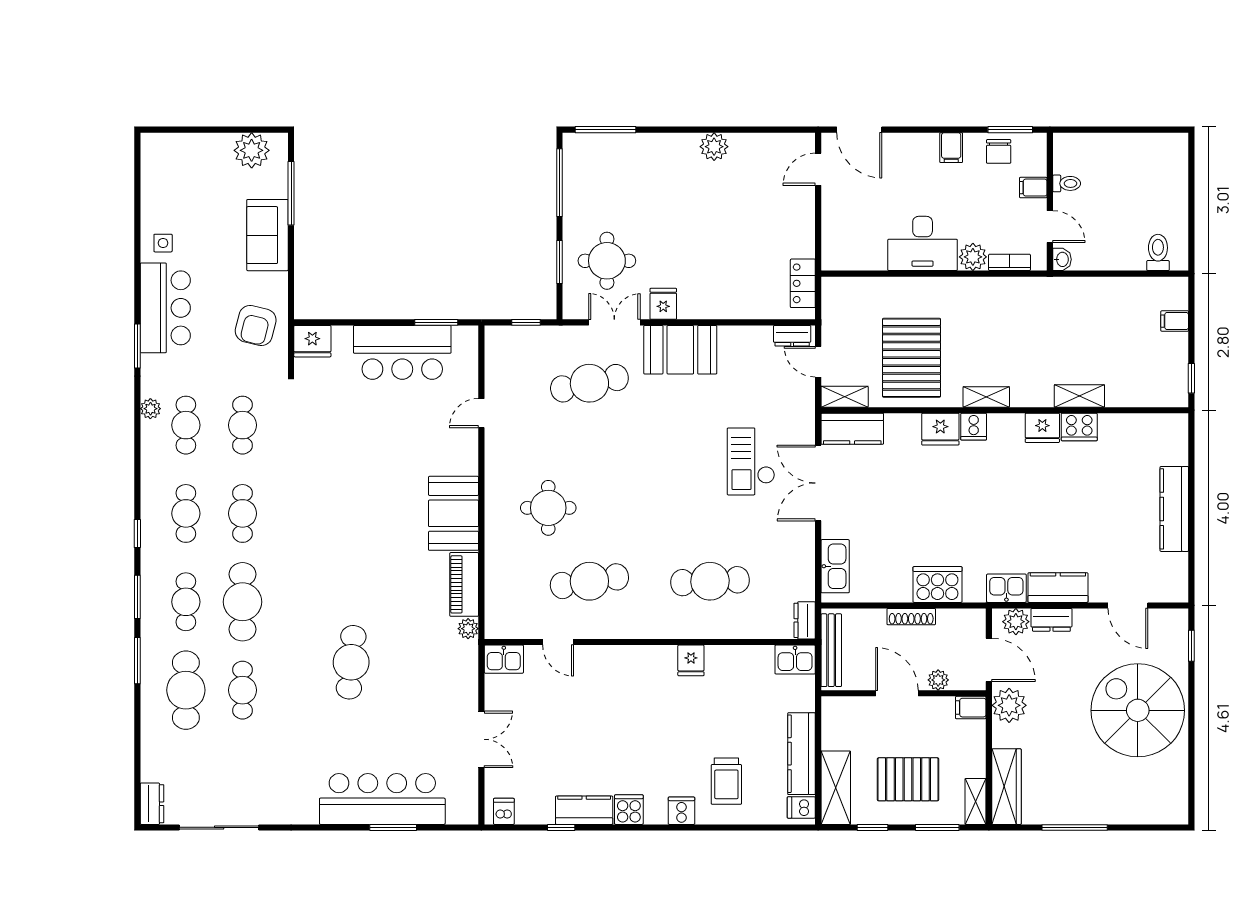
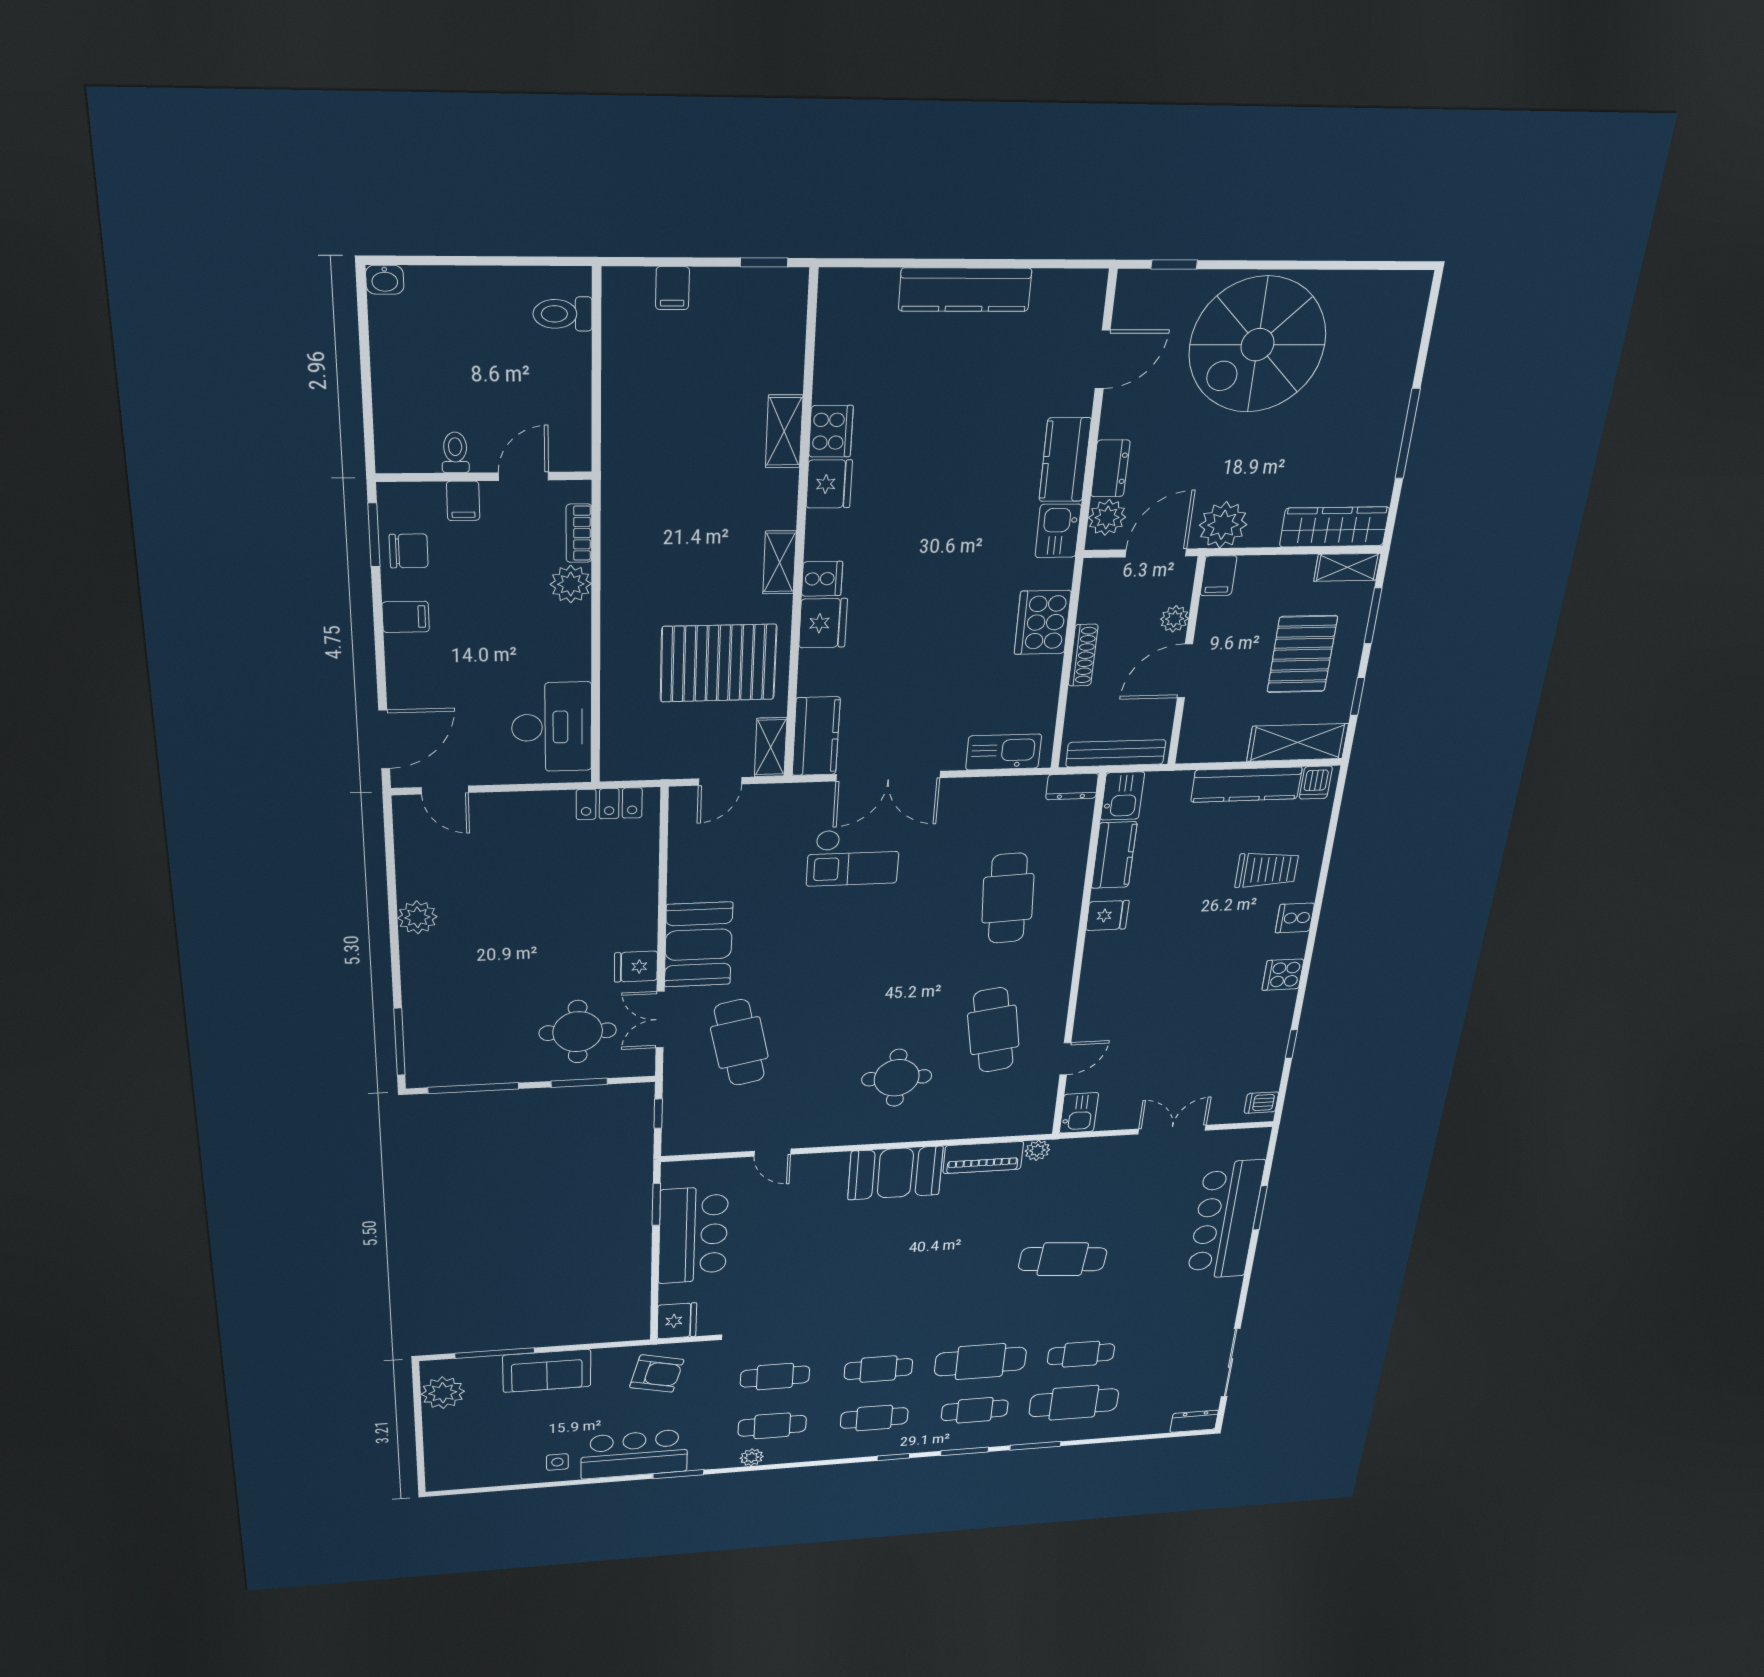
desk: (923, 243) -> (552, 727), moved
washbasin: (1062, 259) -> (385, 280), moved, turned 180
dresser: (792, 336) -> (683, 814), removed
kitchen counter: (584, 810) -> (1114, 855), moved, turned 180

